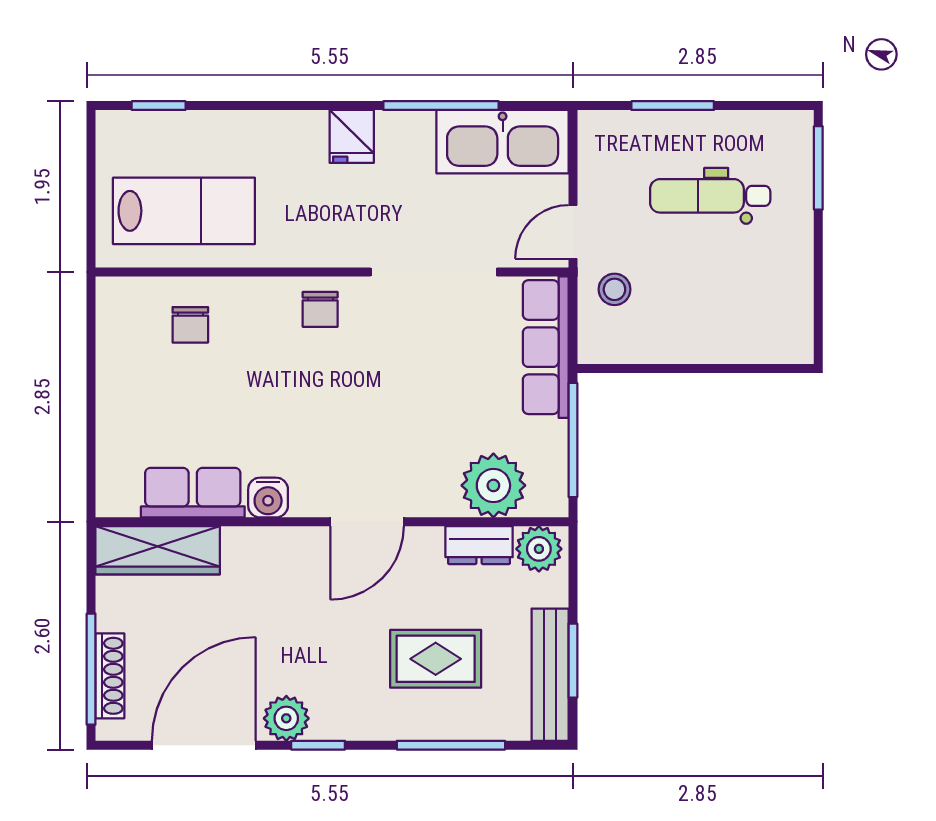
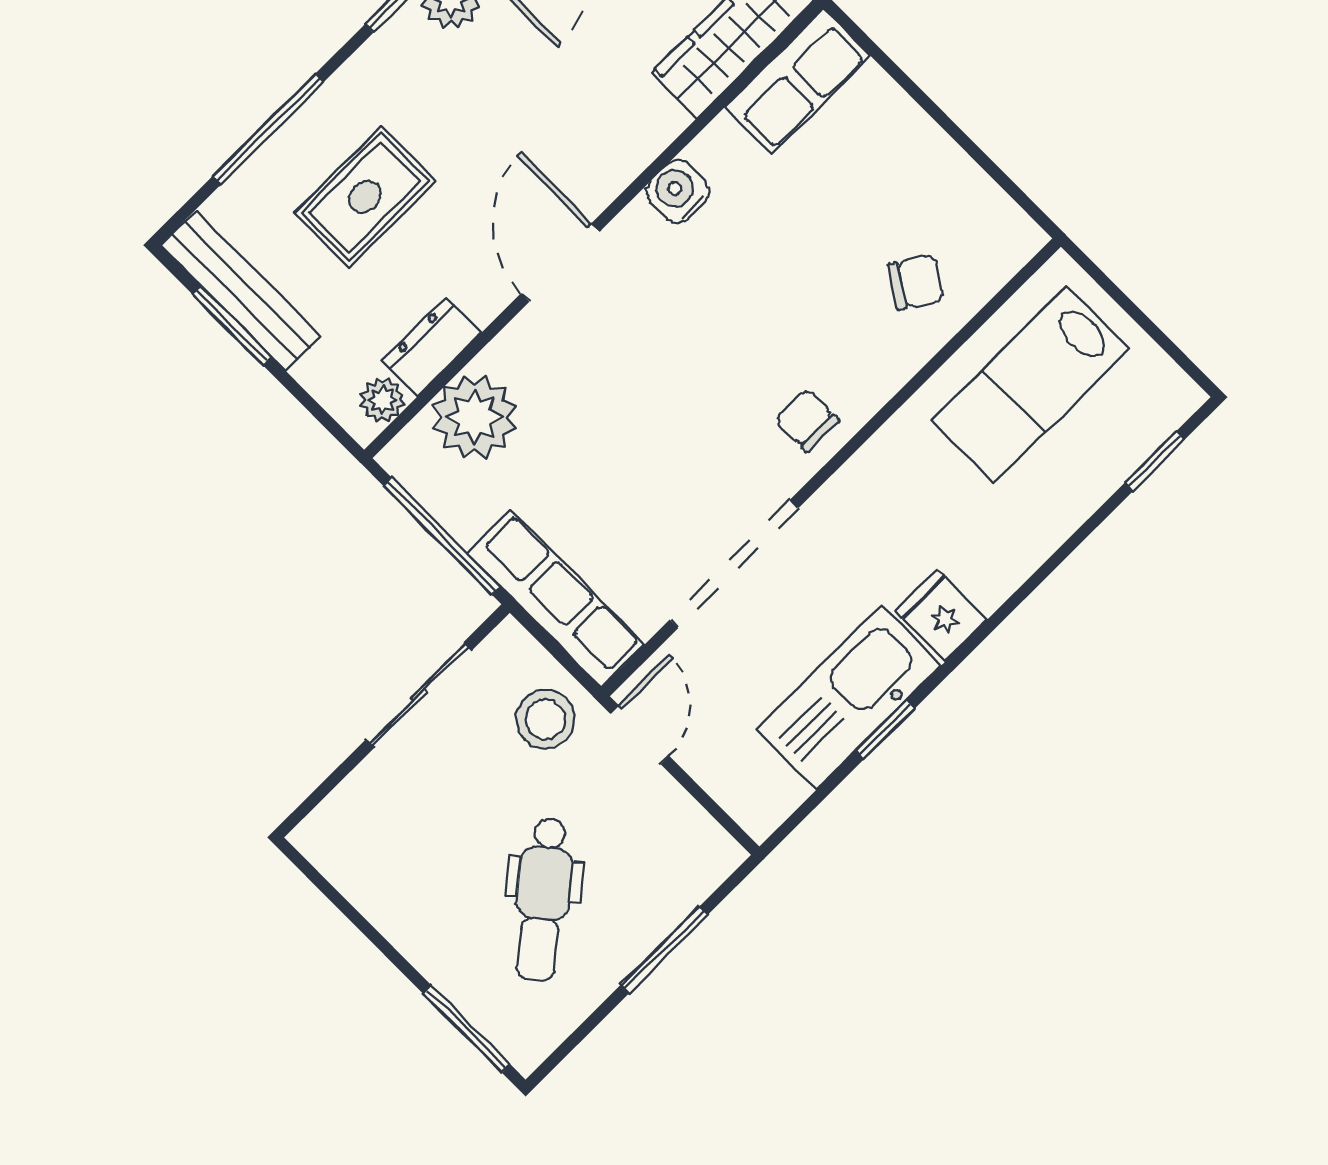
window: (441, 106) -> (885, 730), width x0.46
kitchen sink: (503, 142) -> (849, 697), moved
dental chair: (710, 196) -> (543, 899), turned 141
stool: (614, 289) -> (545, 719), width x1.37, depth x1.37
chair: (190, 325) -> (916, 282), turned 123
sliding door: (668, 368) -> (419, 695), added
row of seats: (193, 493) -> (798, 81), moved
plant: (539, 549) -> (383, 400), width x0.73, depth x0.73

